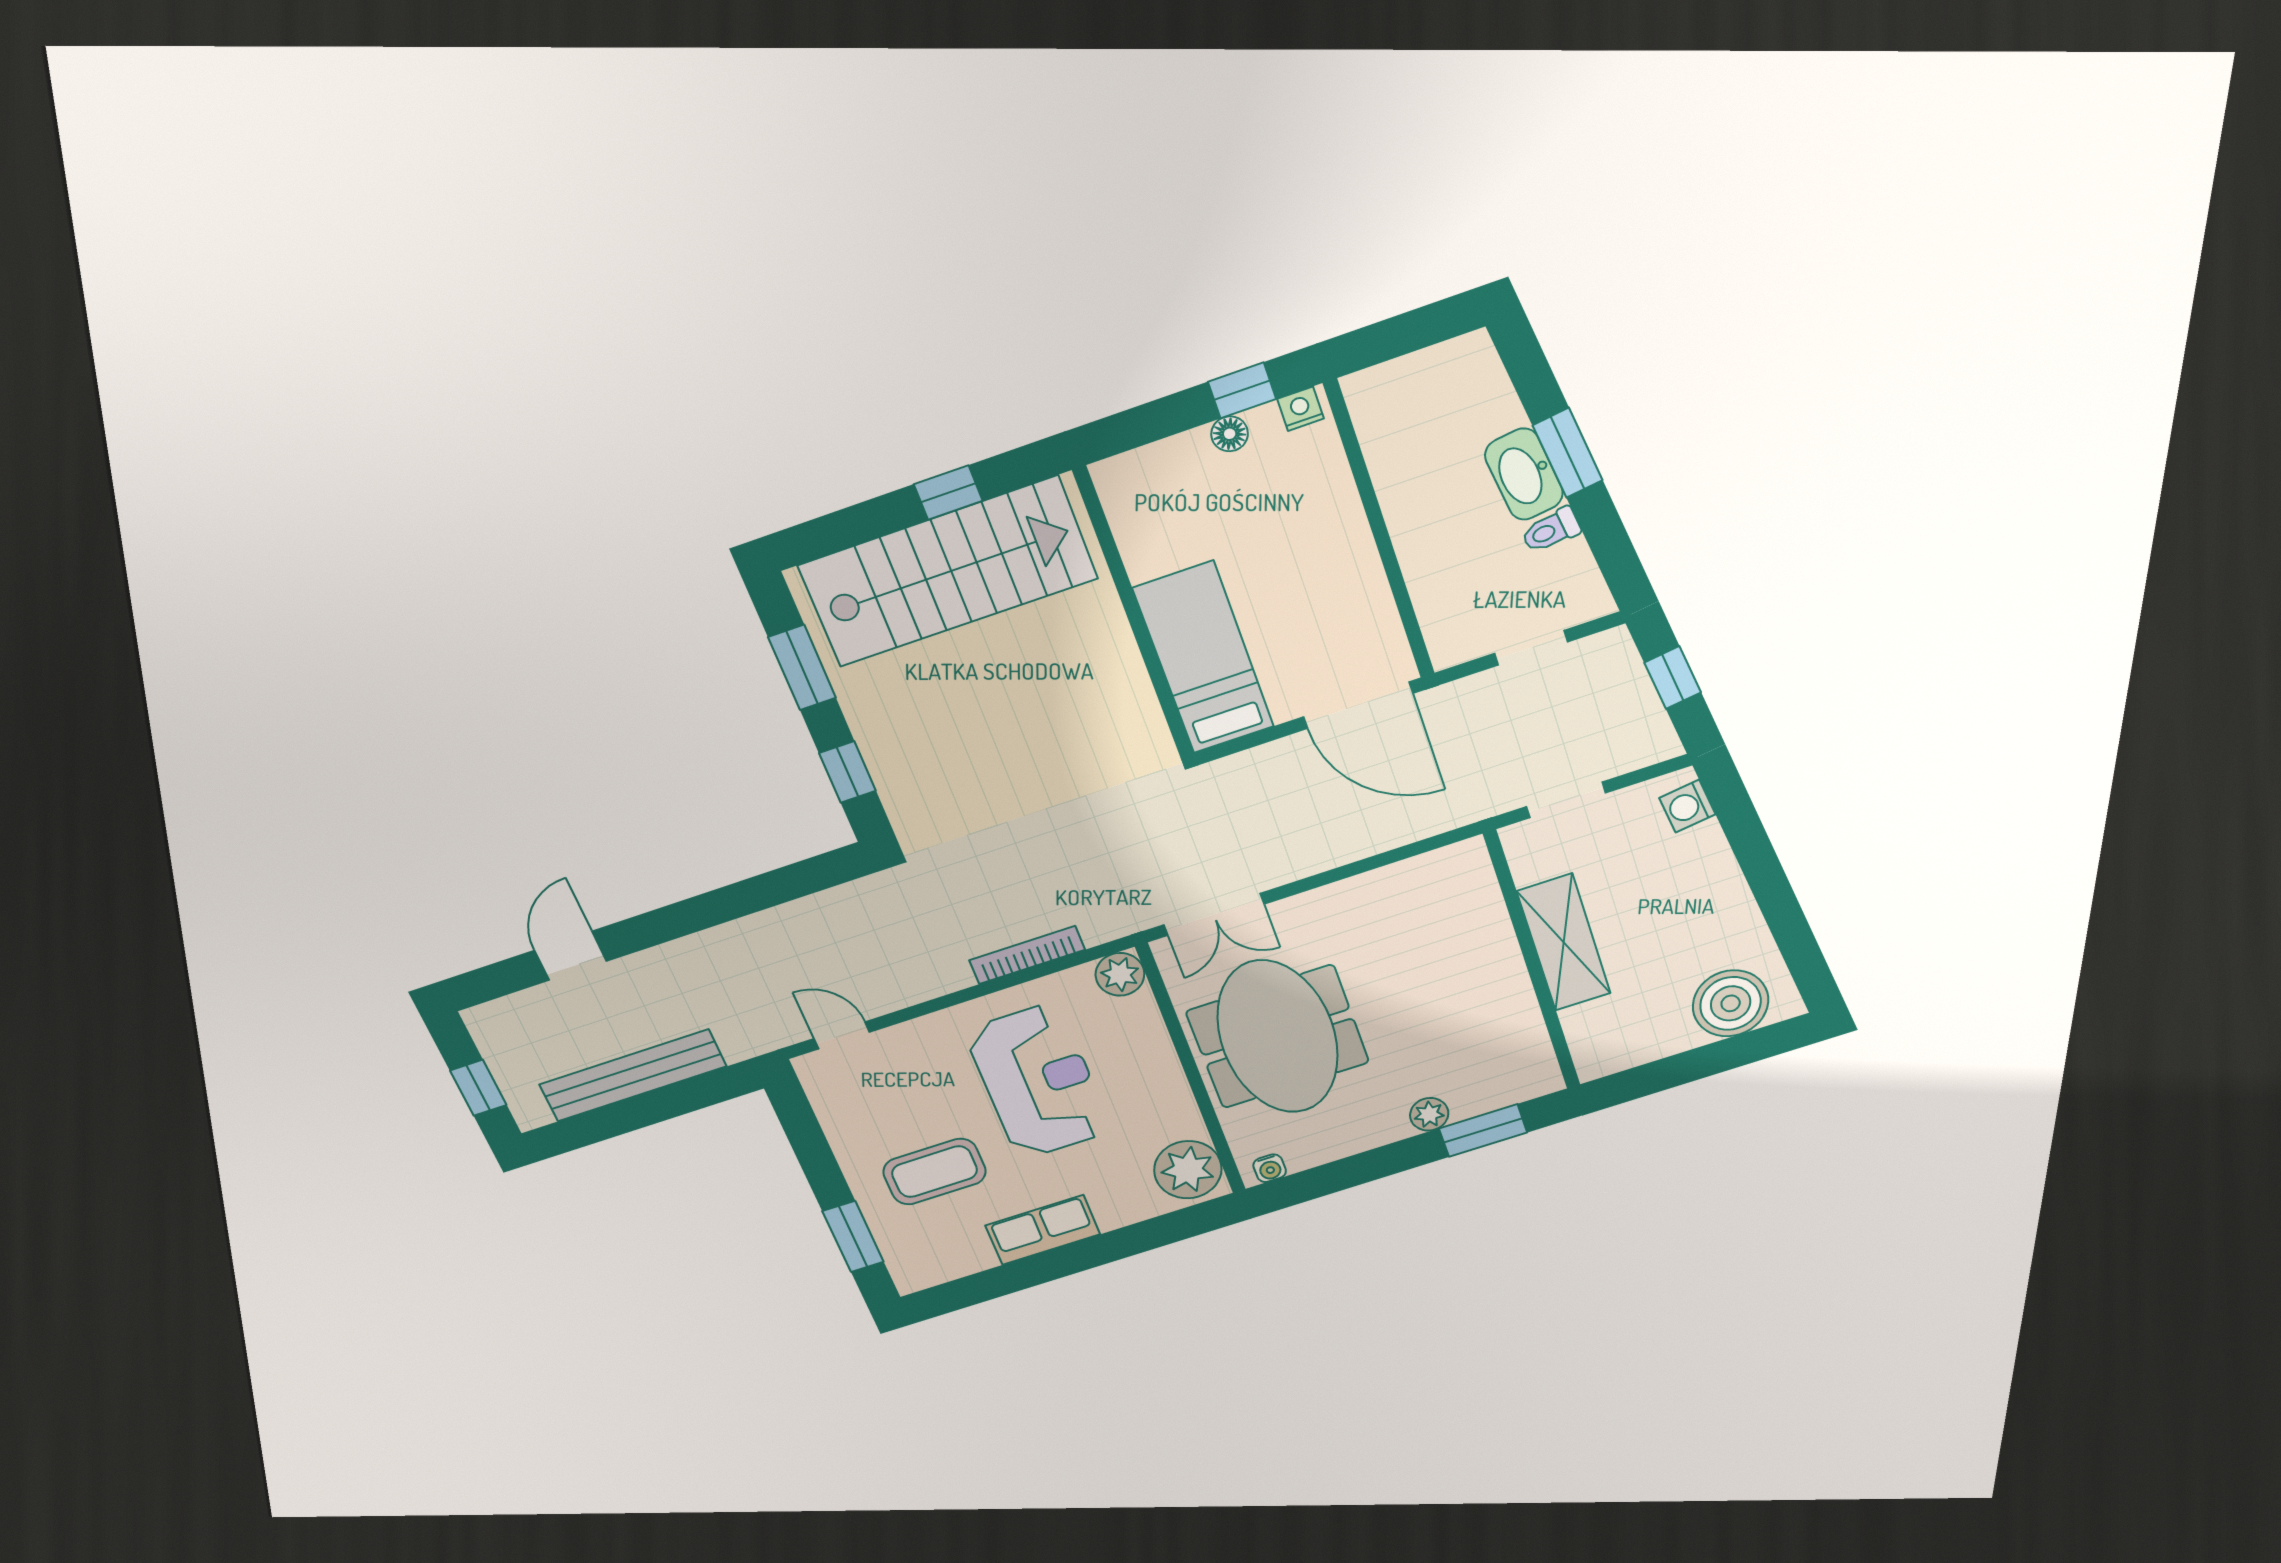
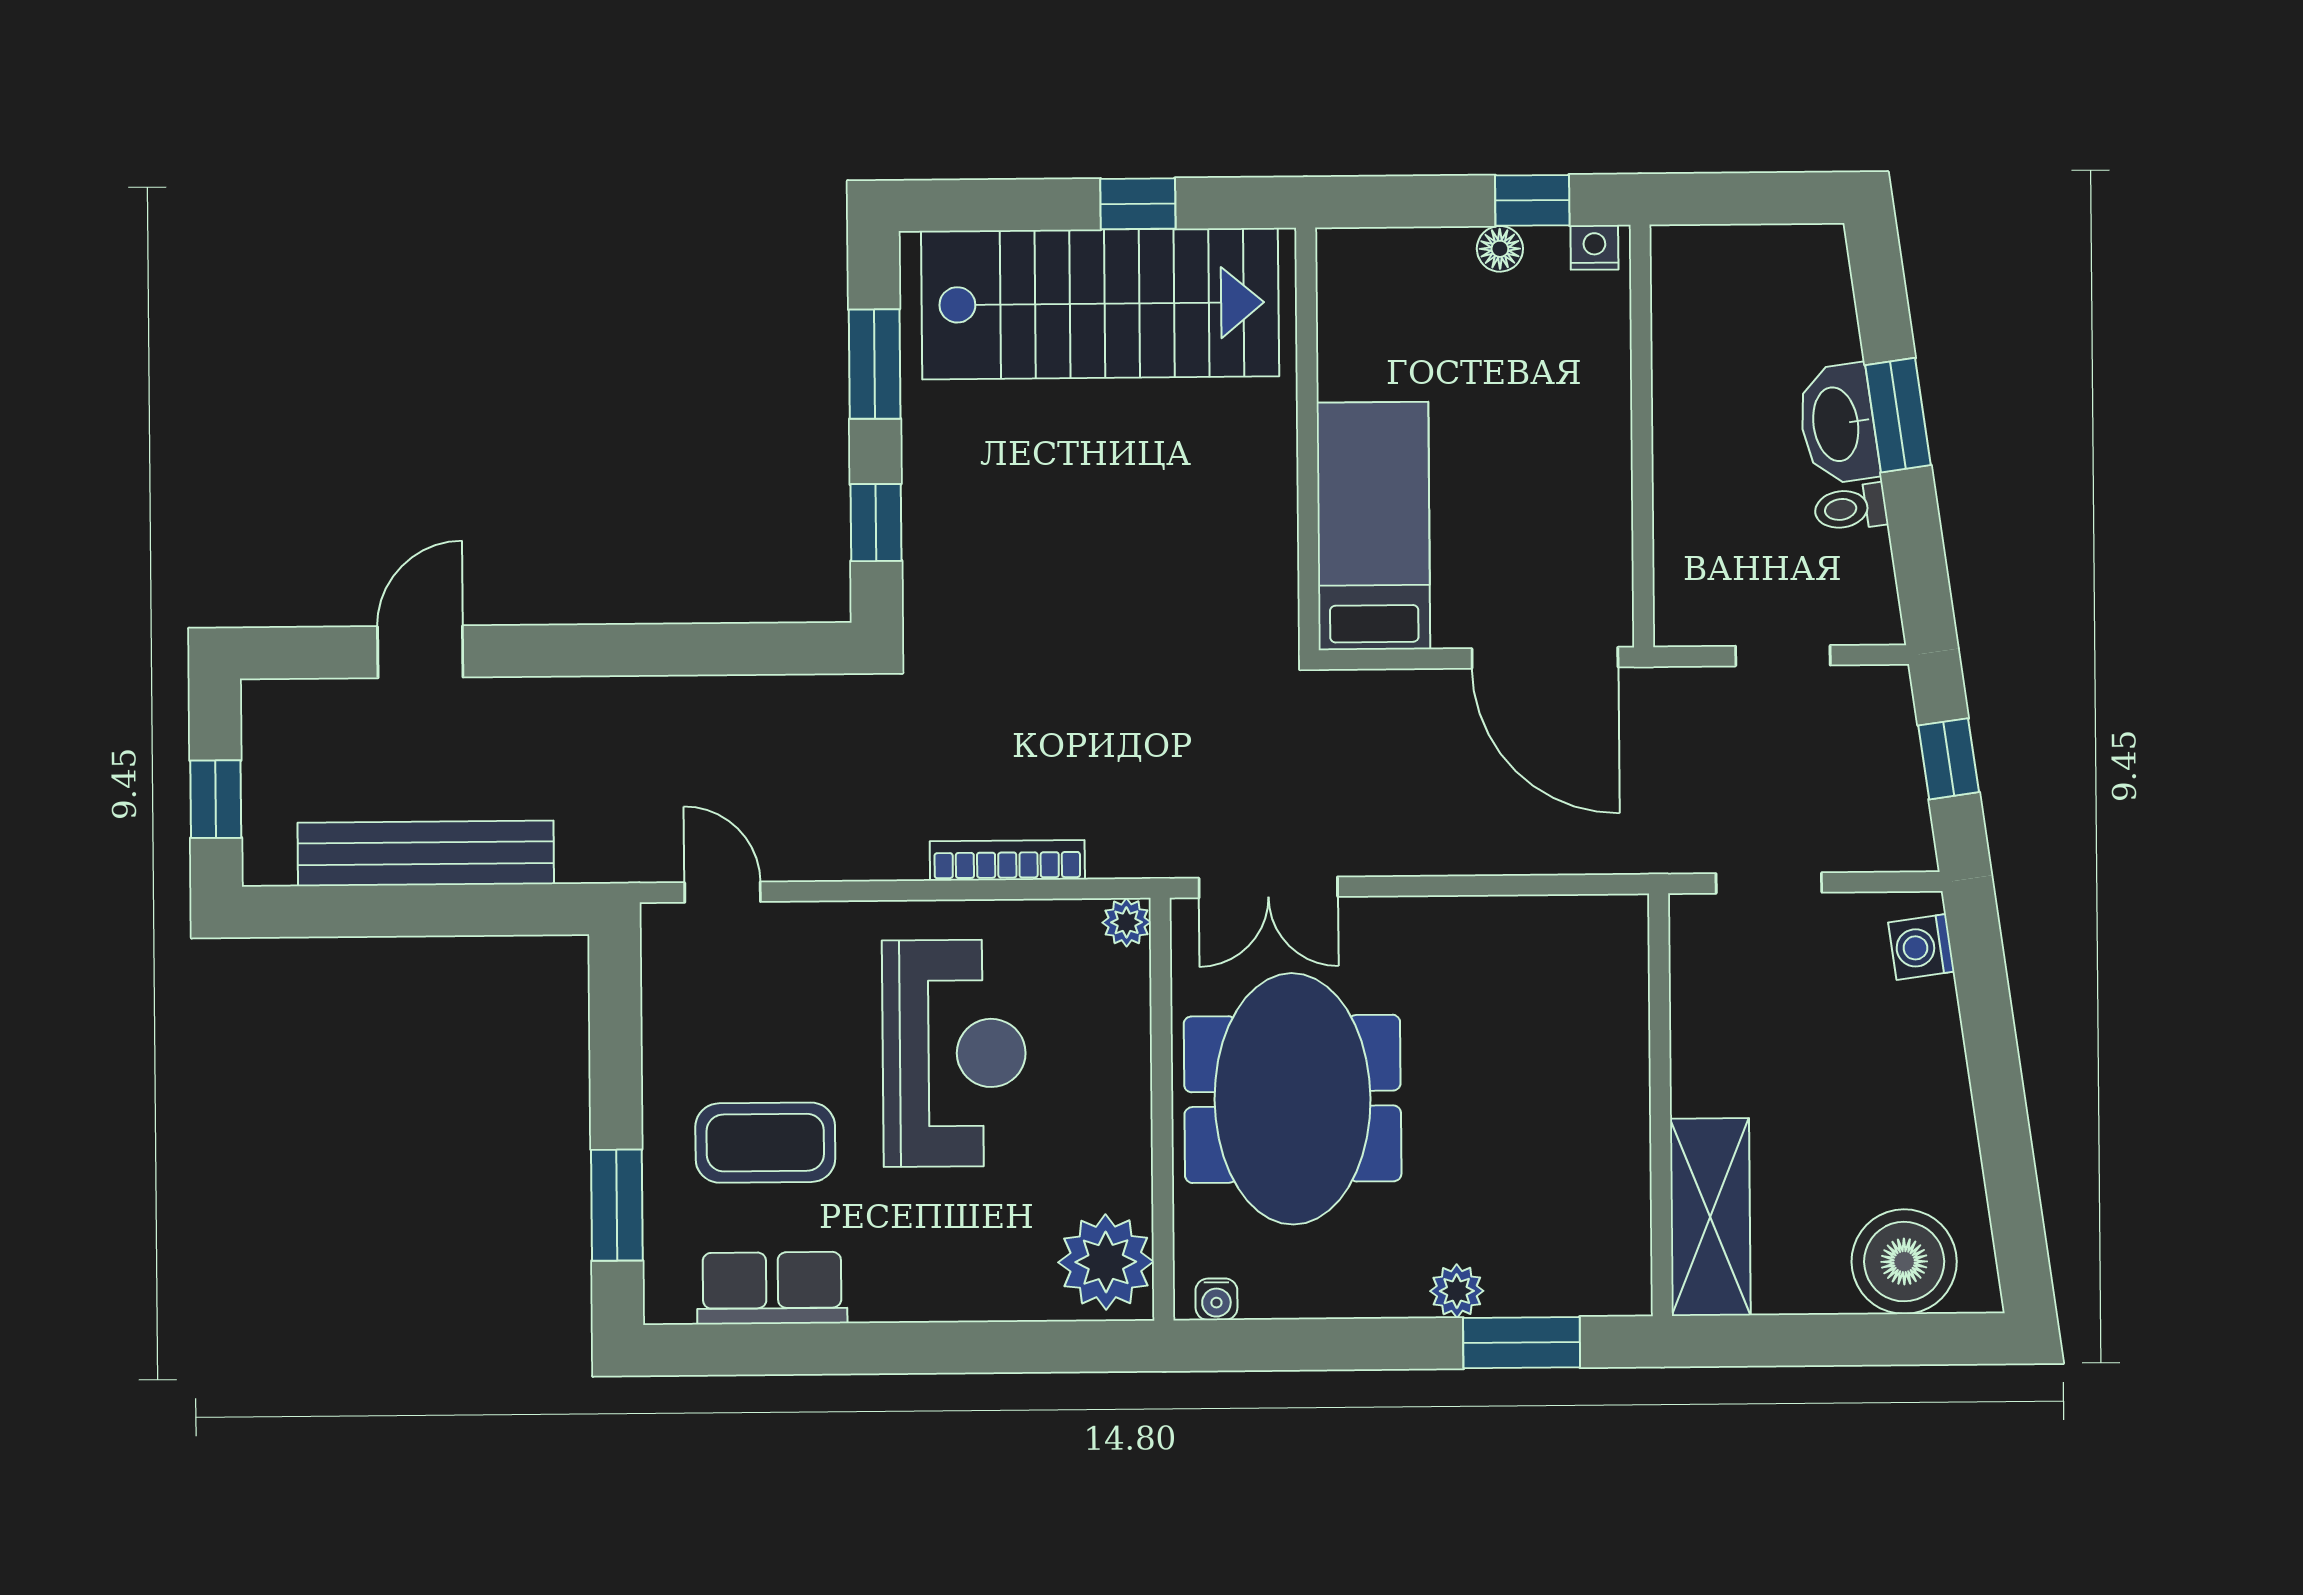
shelving: (1564, 942) -> (1710, 1217), moved
plant: (1120, 974) -> (1126, 922), width x0.73, depth x0.73
row of seats: (1043, 1230) -> (772, 1288), moved

